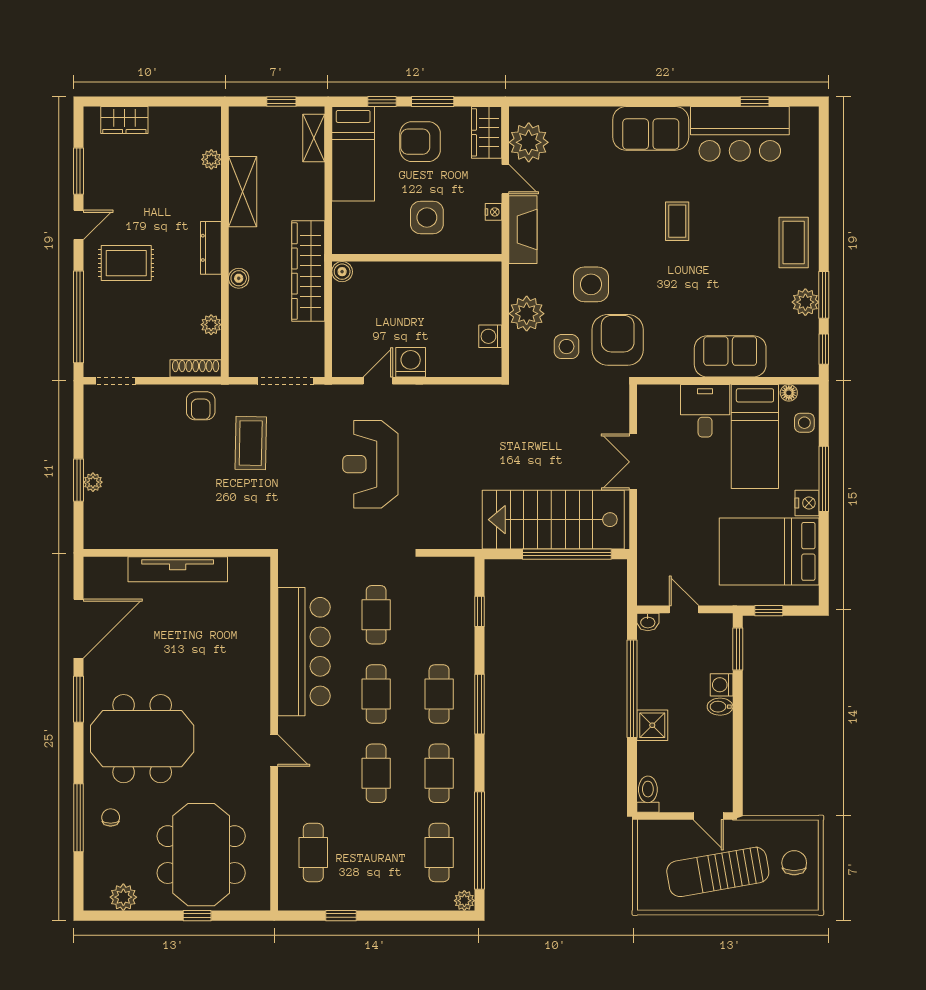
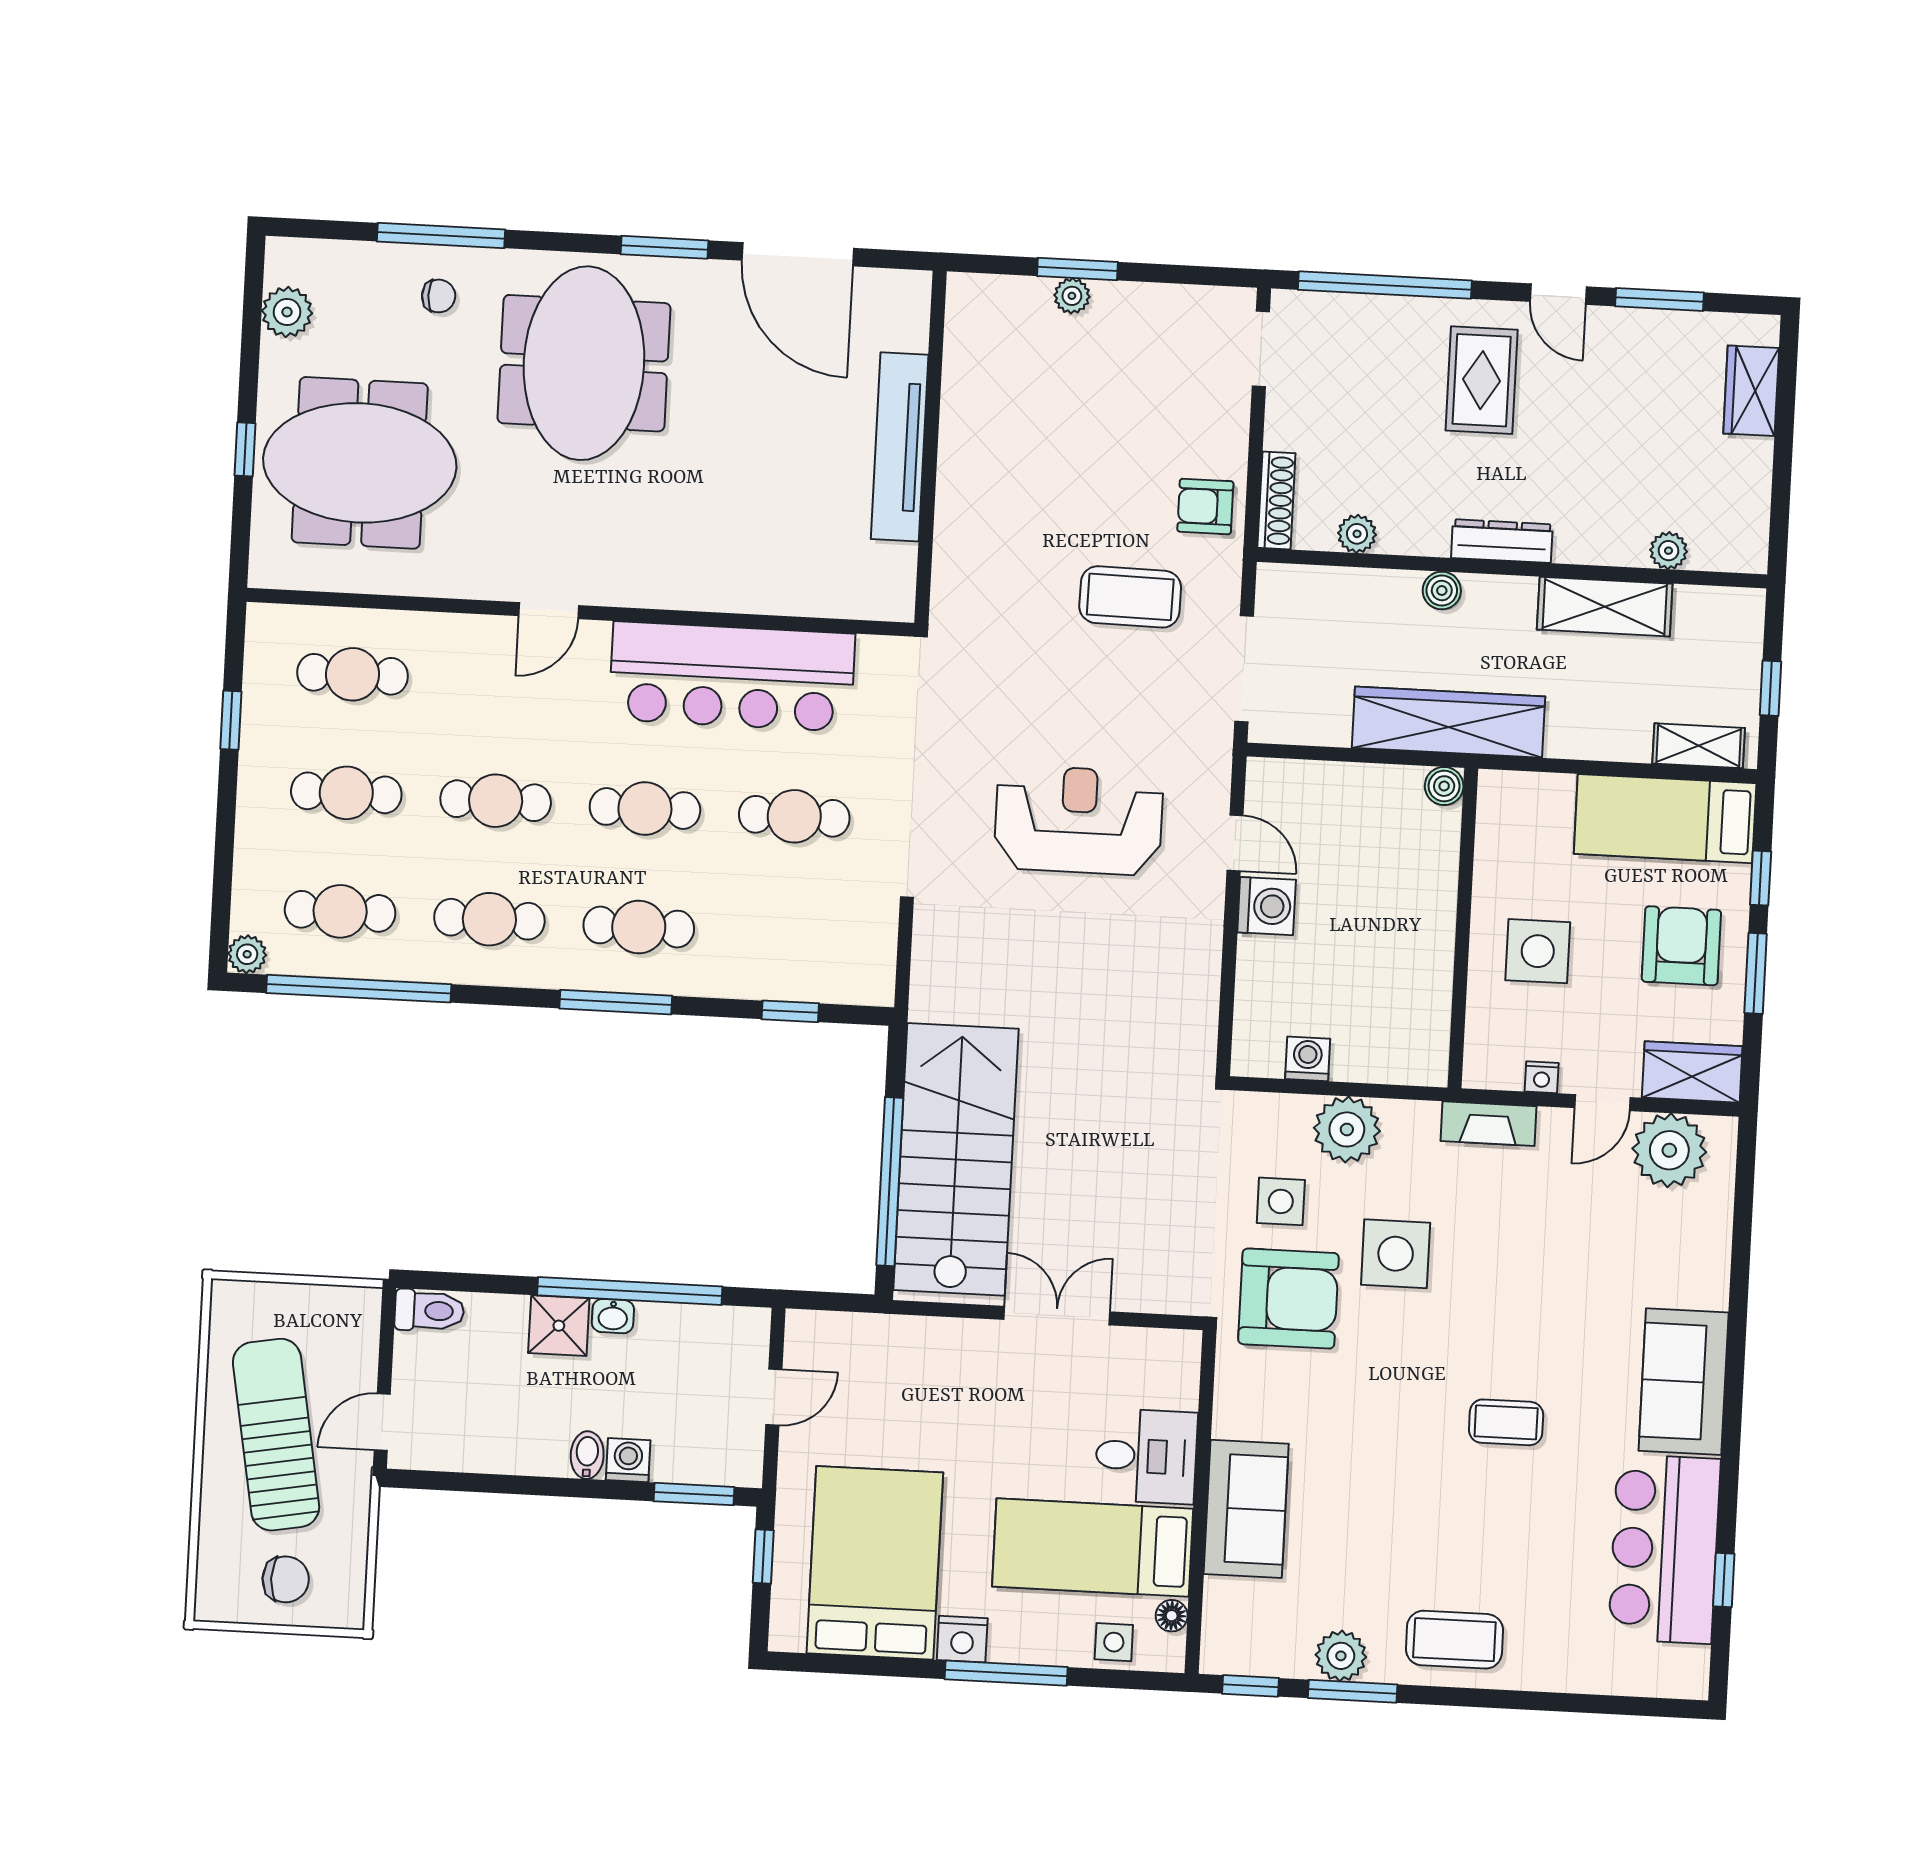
fireplace: (523, 230) -> (1489, 1124), width x0.73, depth x0.76
washbasin: (648, 622) -> (613, 1316), moved, turned -90
cafe table: (376, 853) -> (346, 793), added

